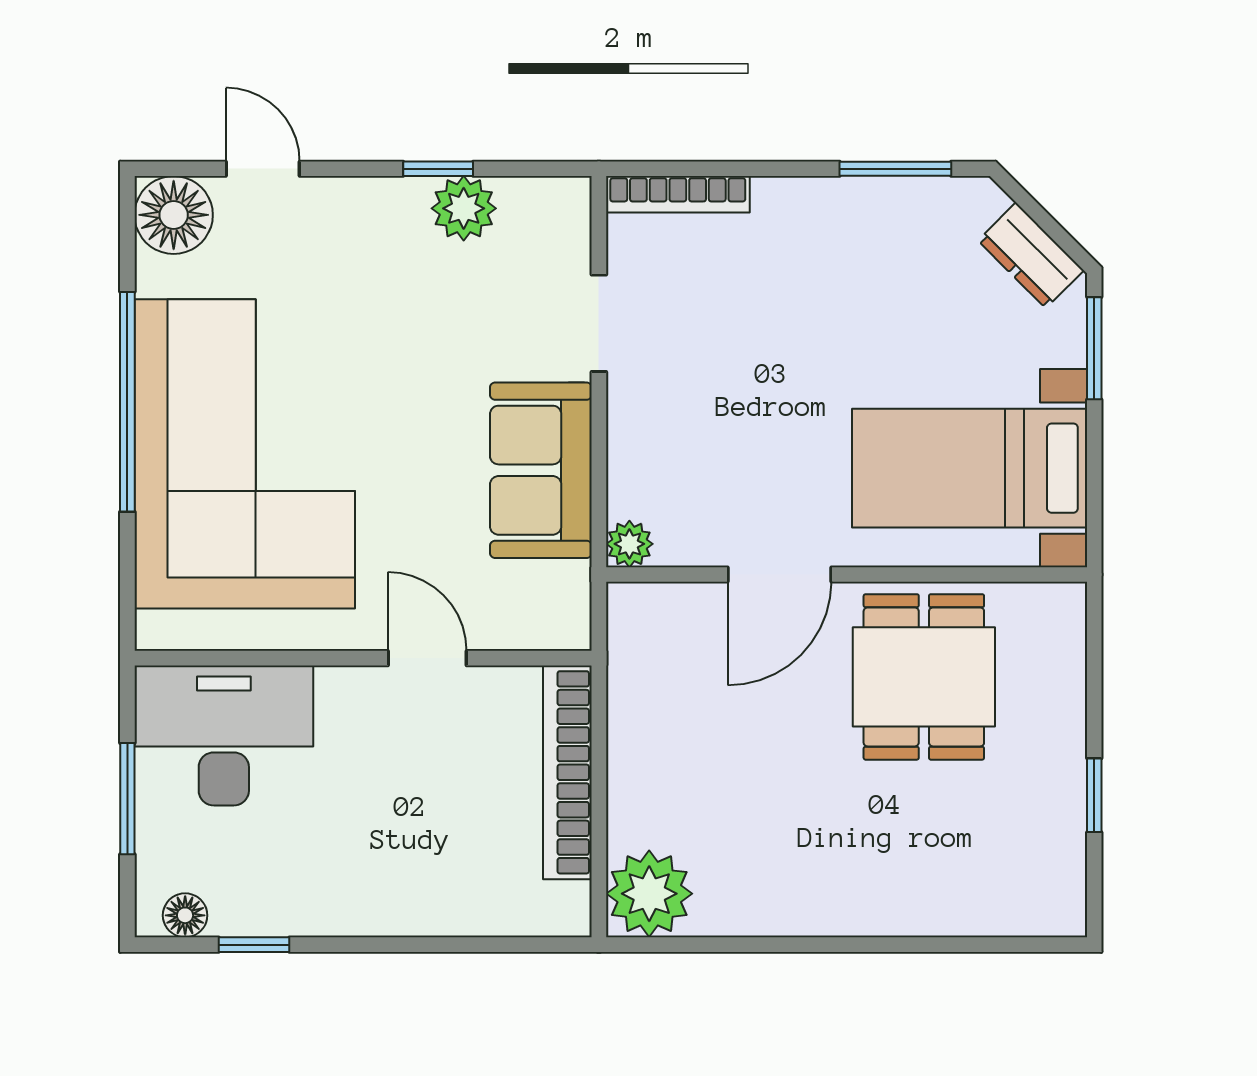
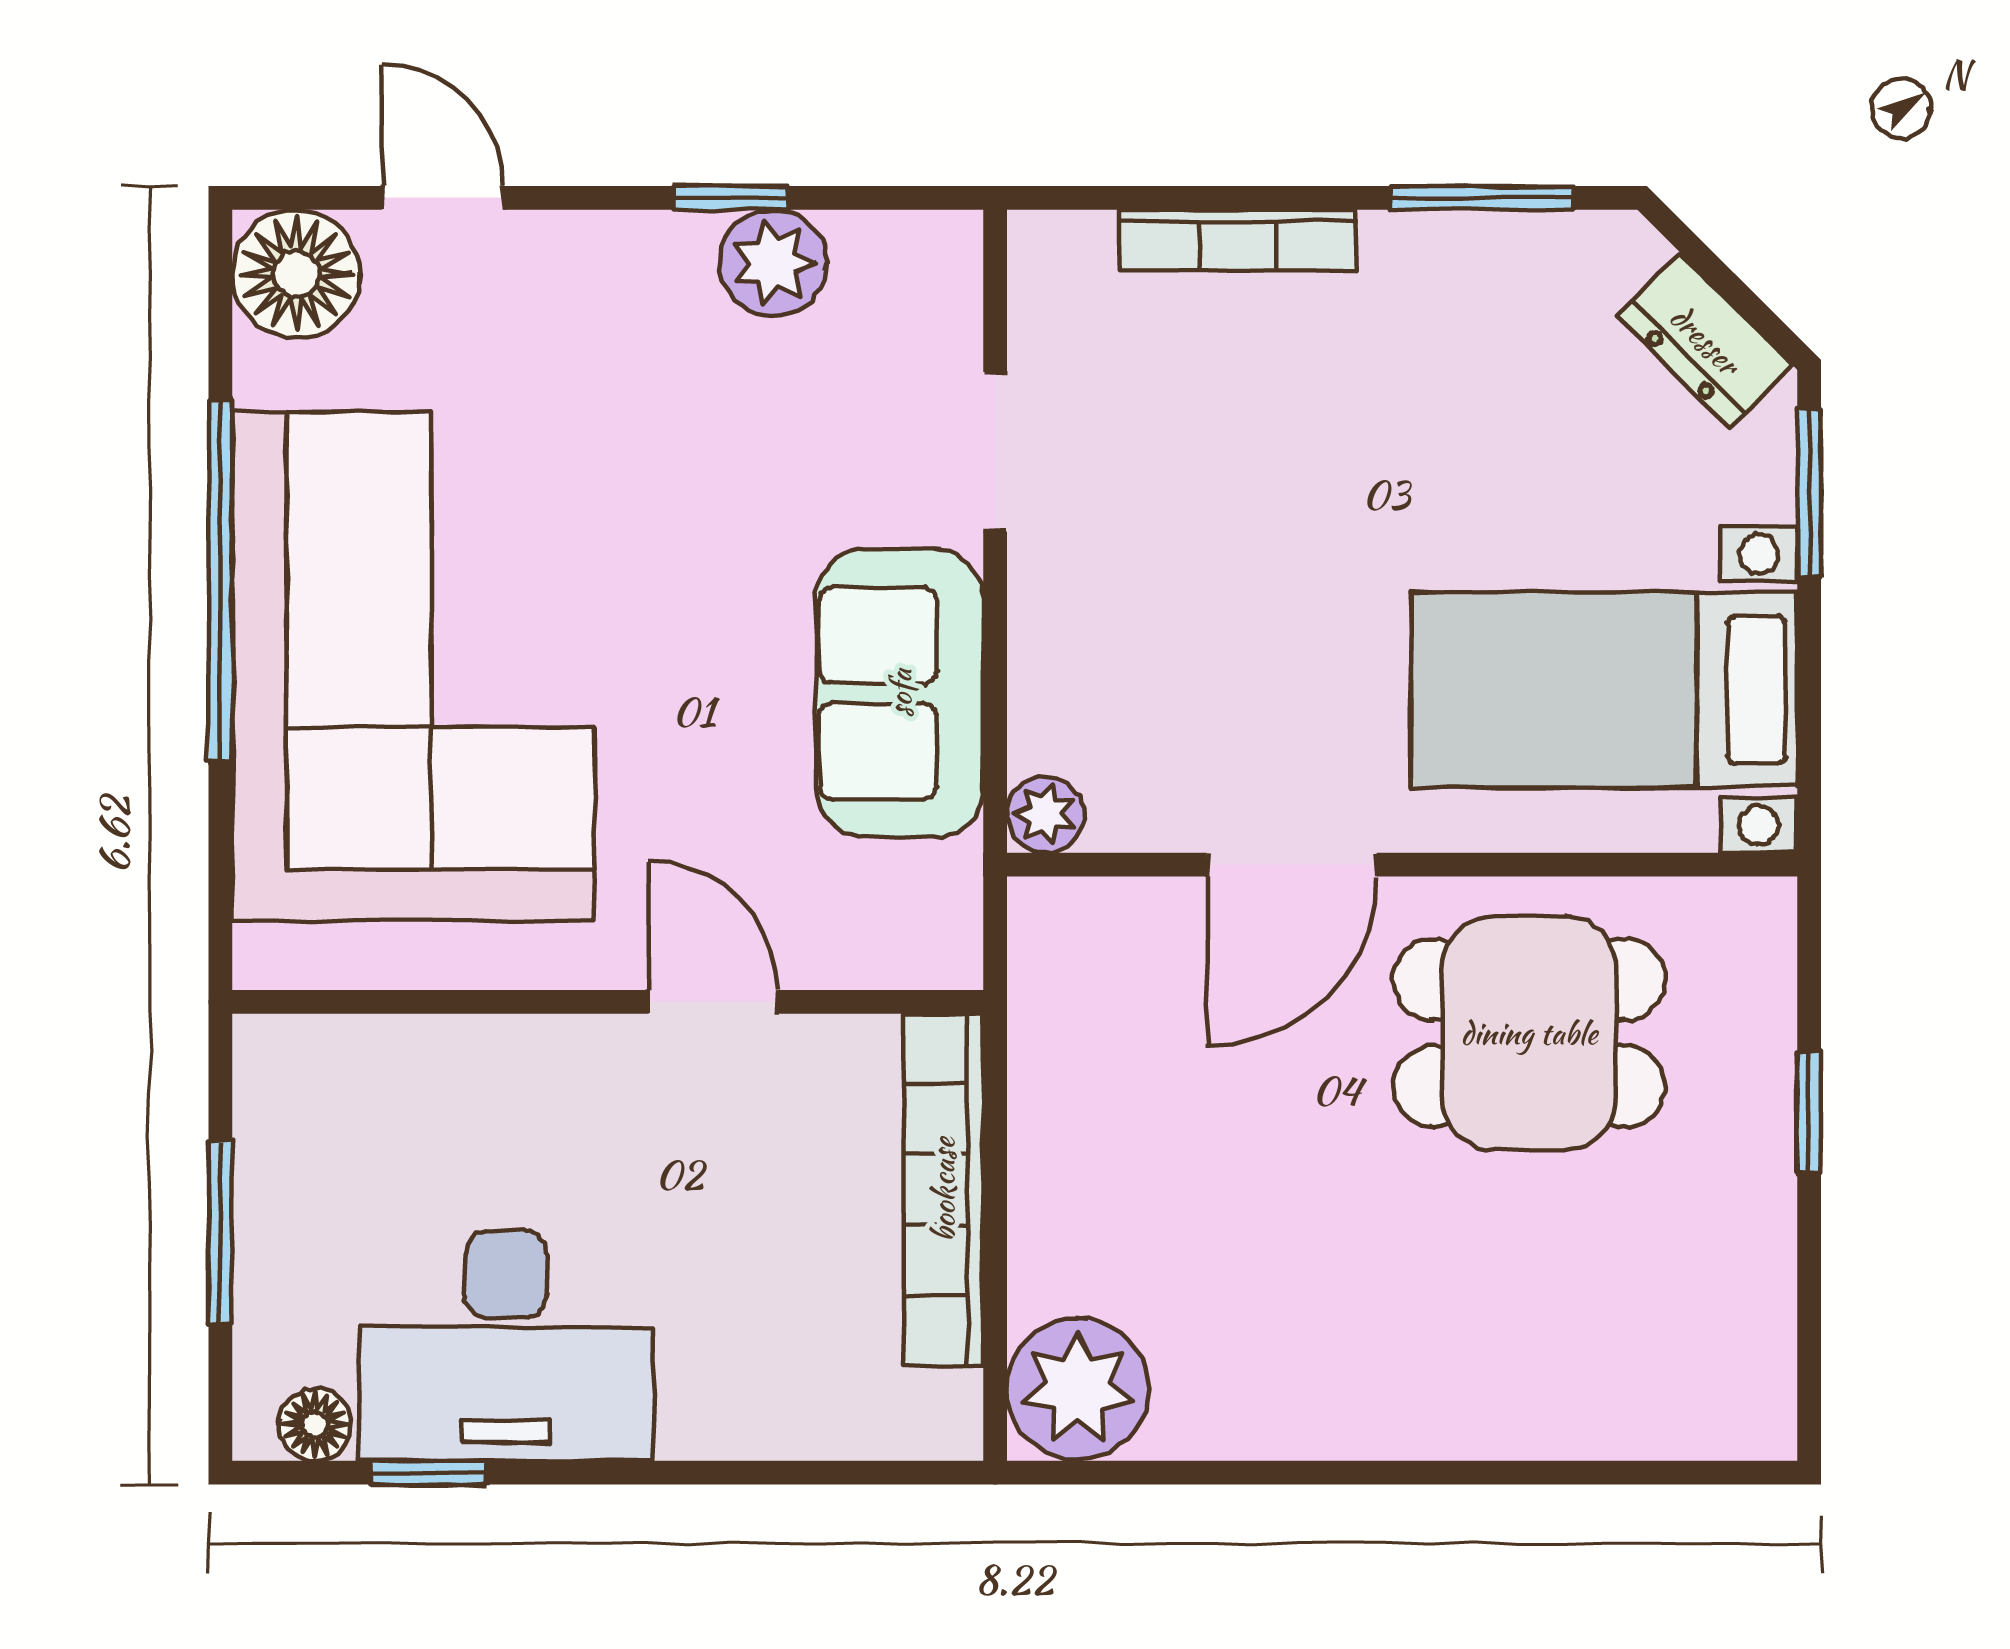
bookcase: (678, 194) -> (1238, 240), moved
dining table: (924, 677) -> (1529, 1033), turned 90
desk: (224, 735) -> (506, 1346), moved, turned 180
window: (1094, 795) -> (1809, 1112), moved

